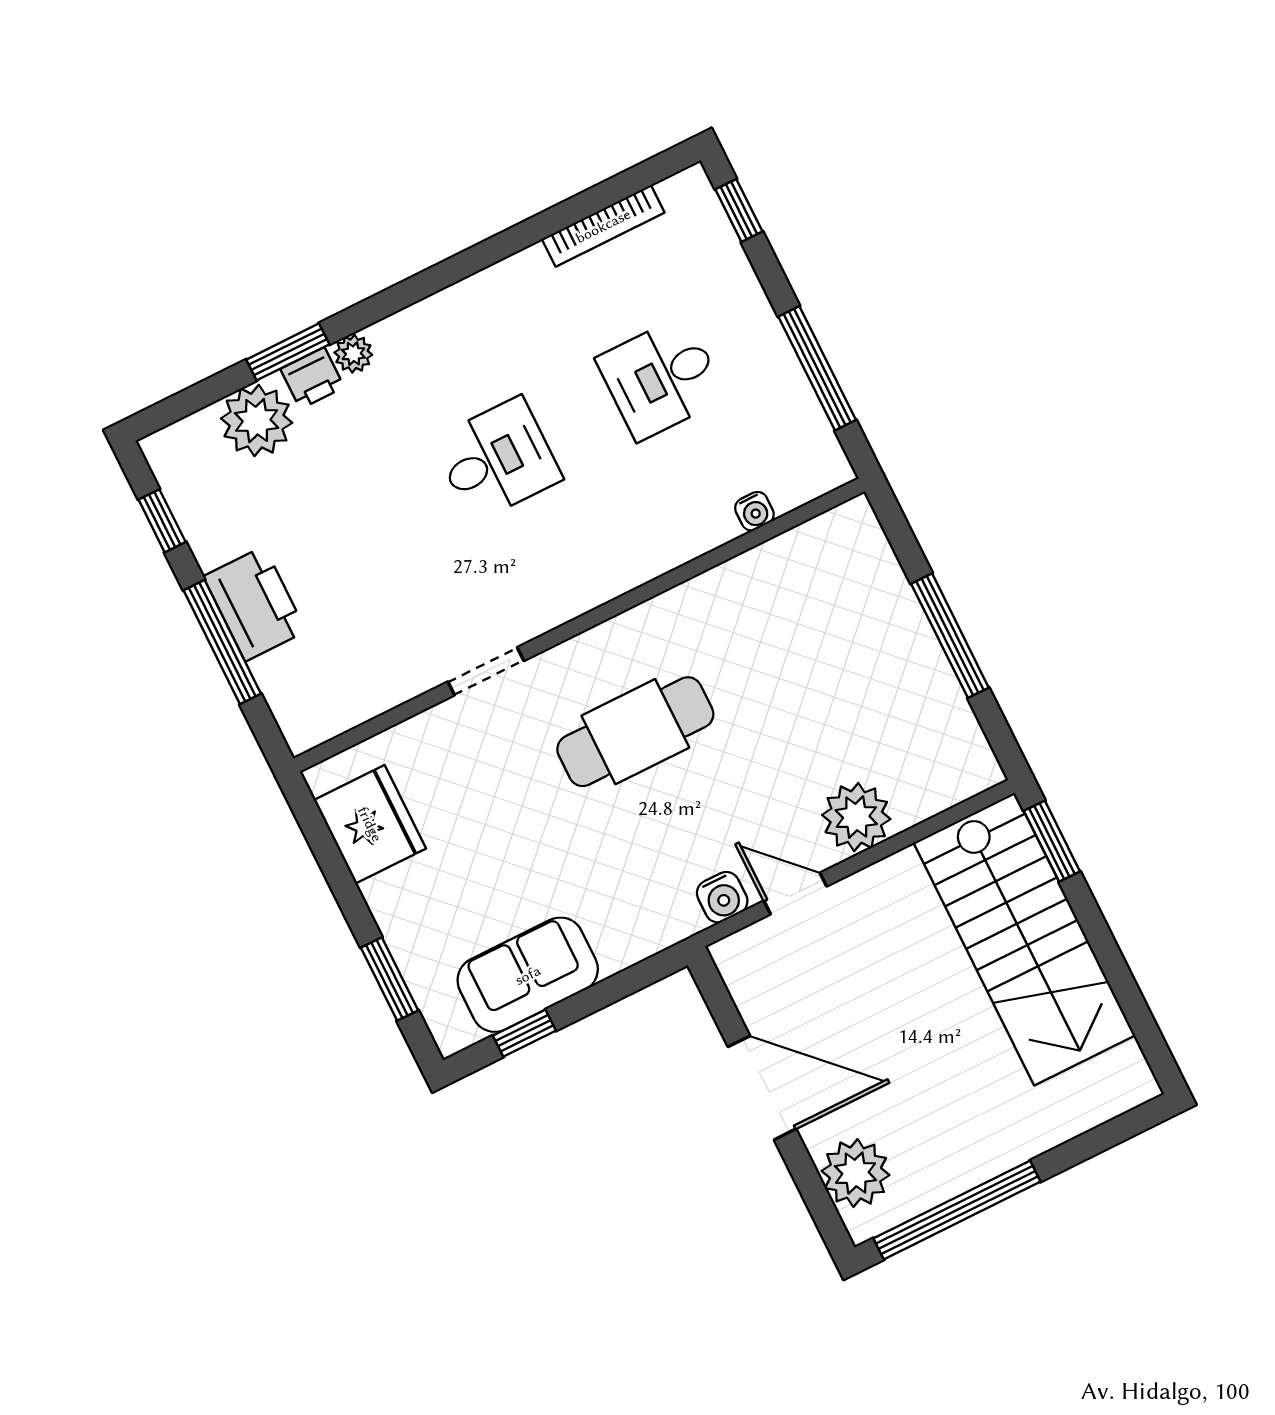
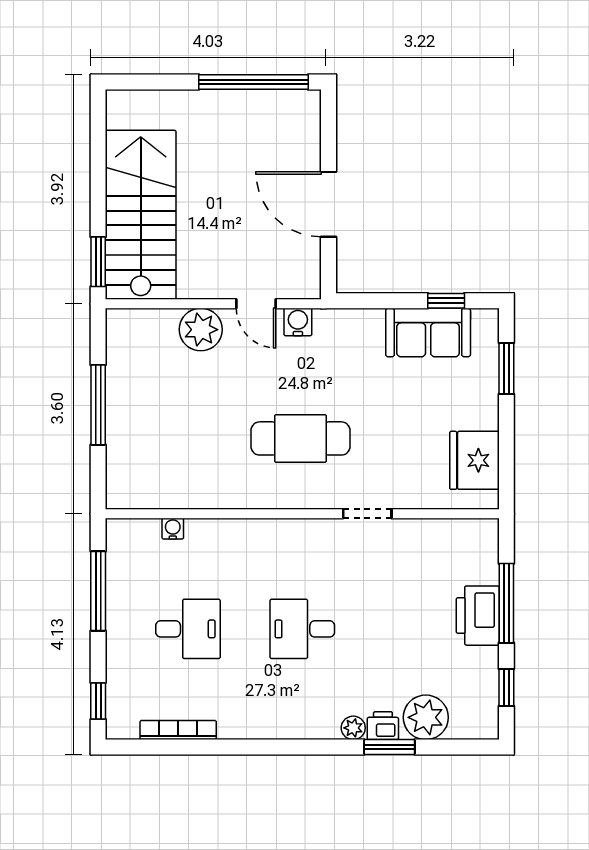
plant: (855, 1173) -> (300, 131), removed

